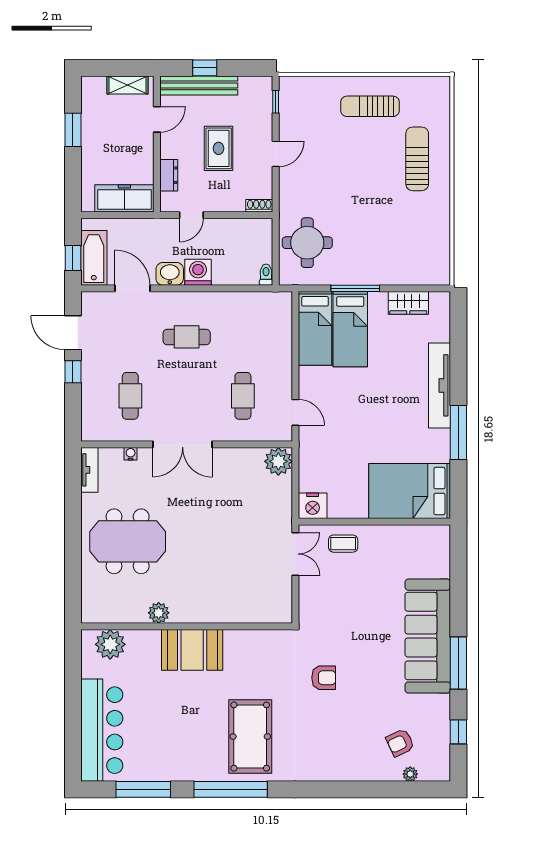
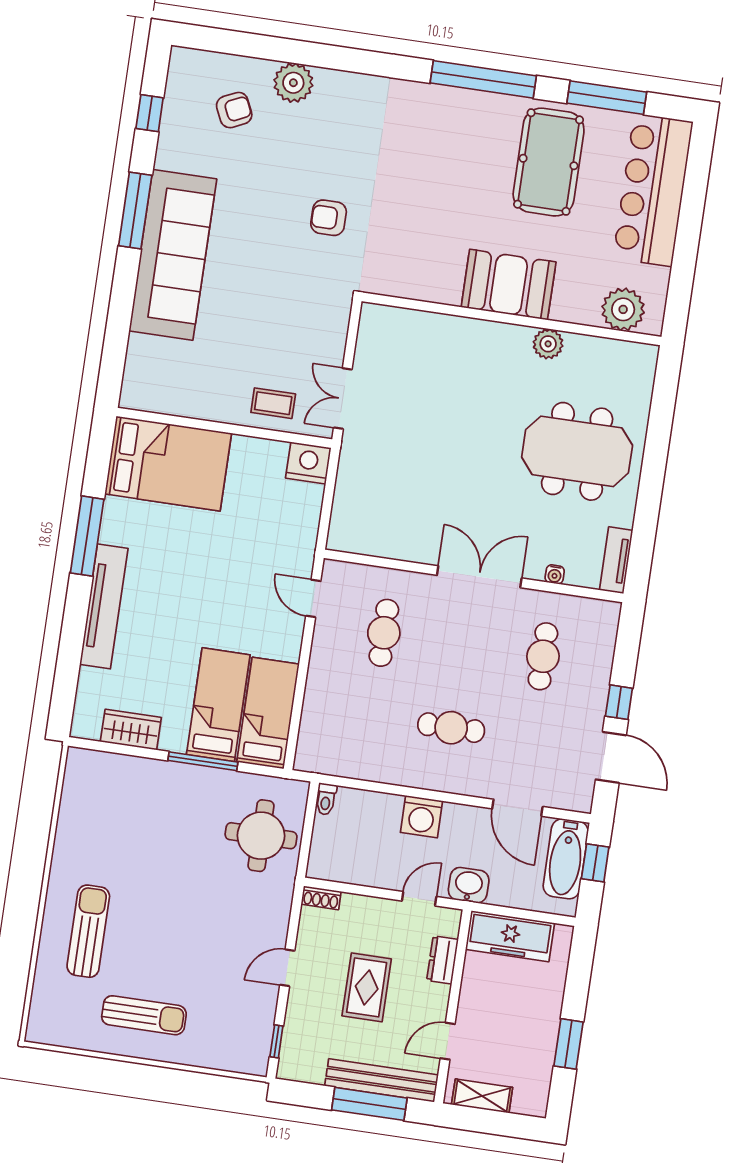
window: (205, 68) -> (369, 1104), width x2.17
sun lounger: (417, 159) -> (88, 931), turned 180
washbasin: (170, 274) -> (469, 885), moved, turned 180
plant: (278, 461) -> (347, 533), removed
pool table: (250, 737) -> (549, 162), moved
plant: (410, 774) -> (293, 83), moved, width x1.87, depth x1.87

